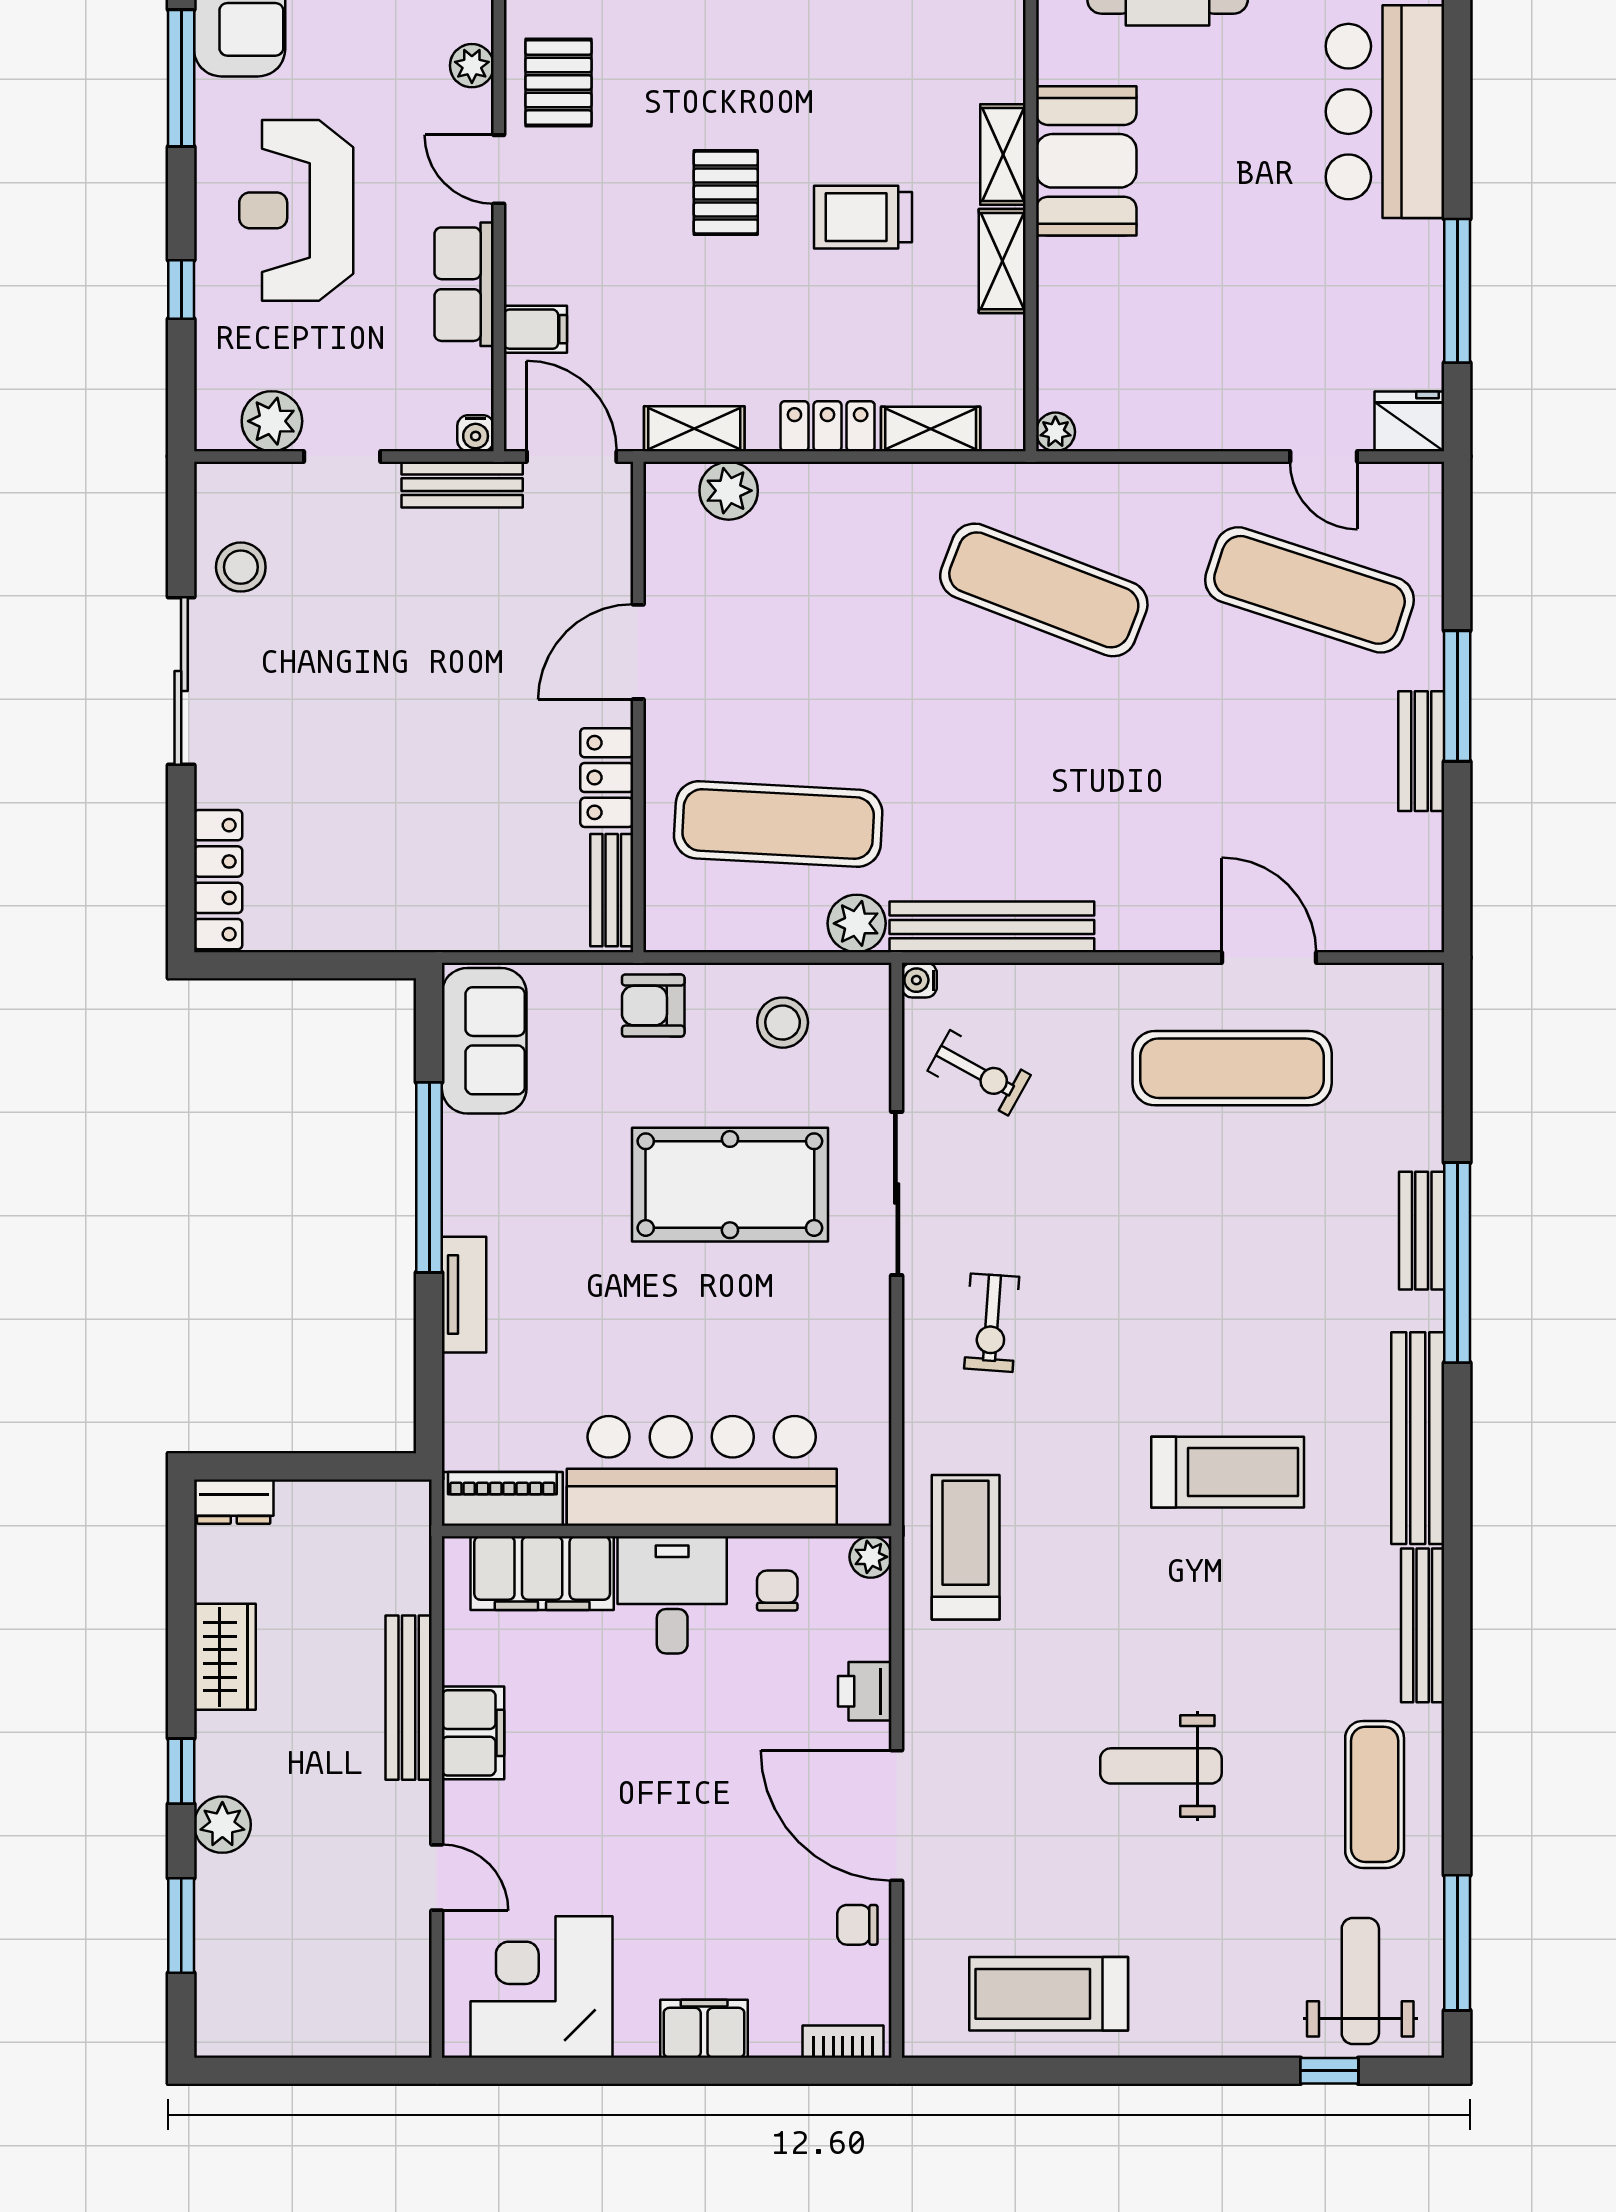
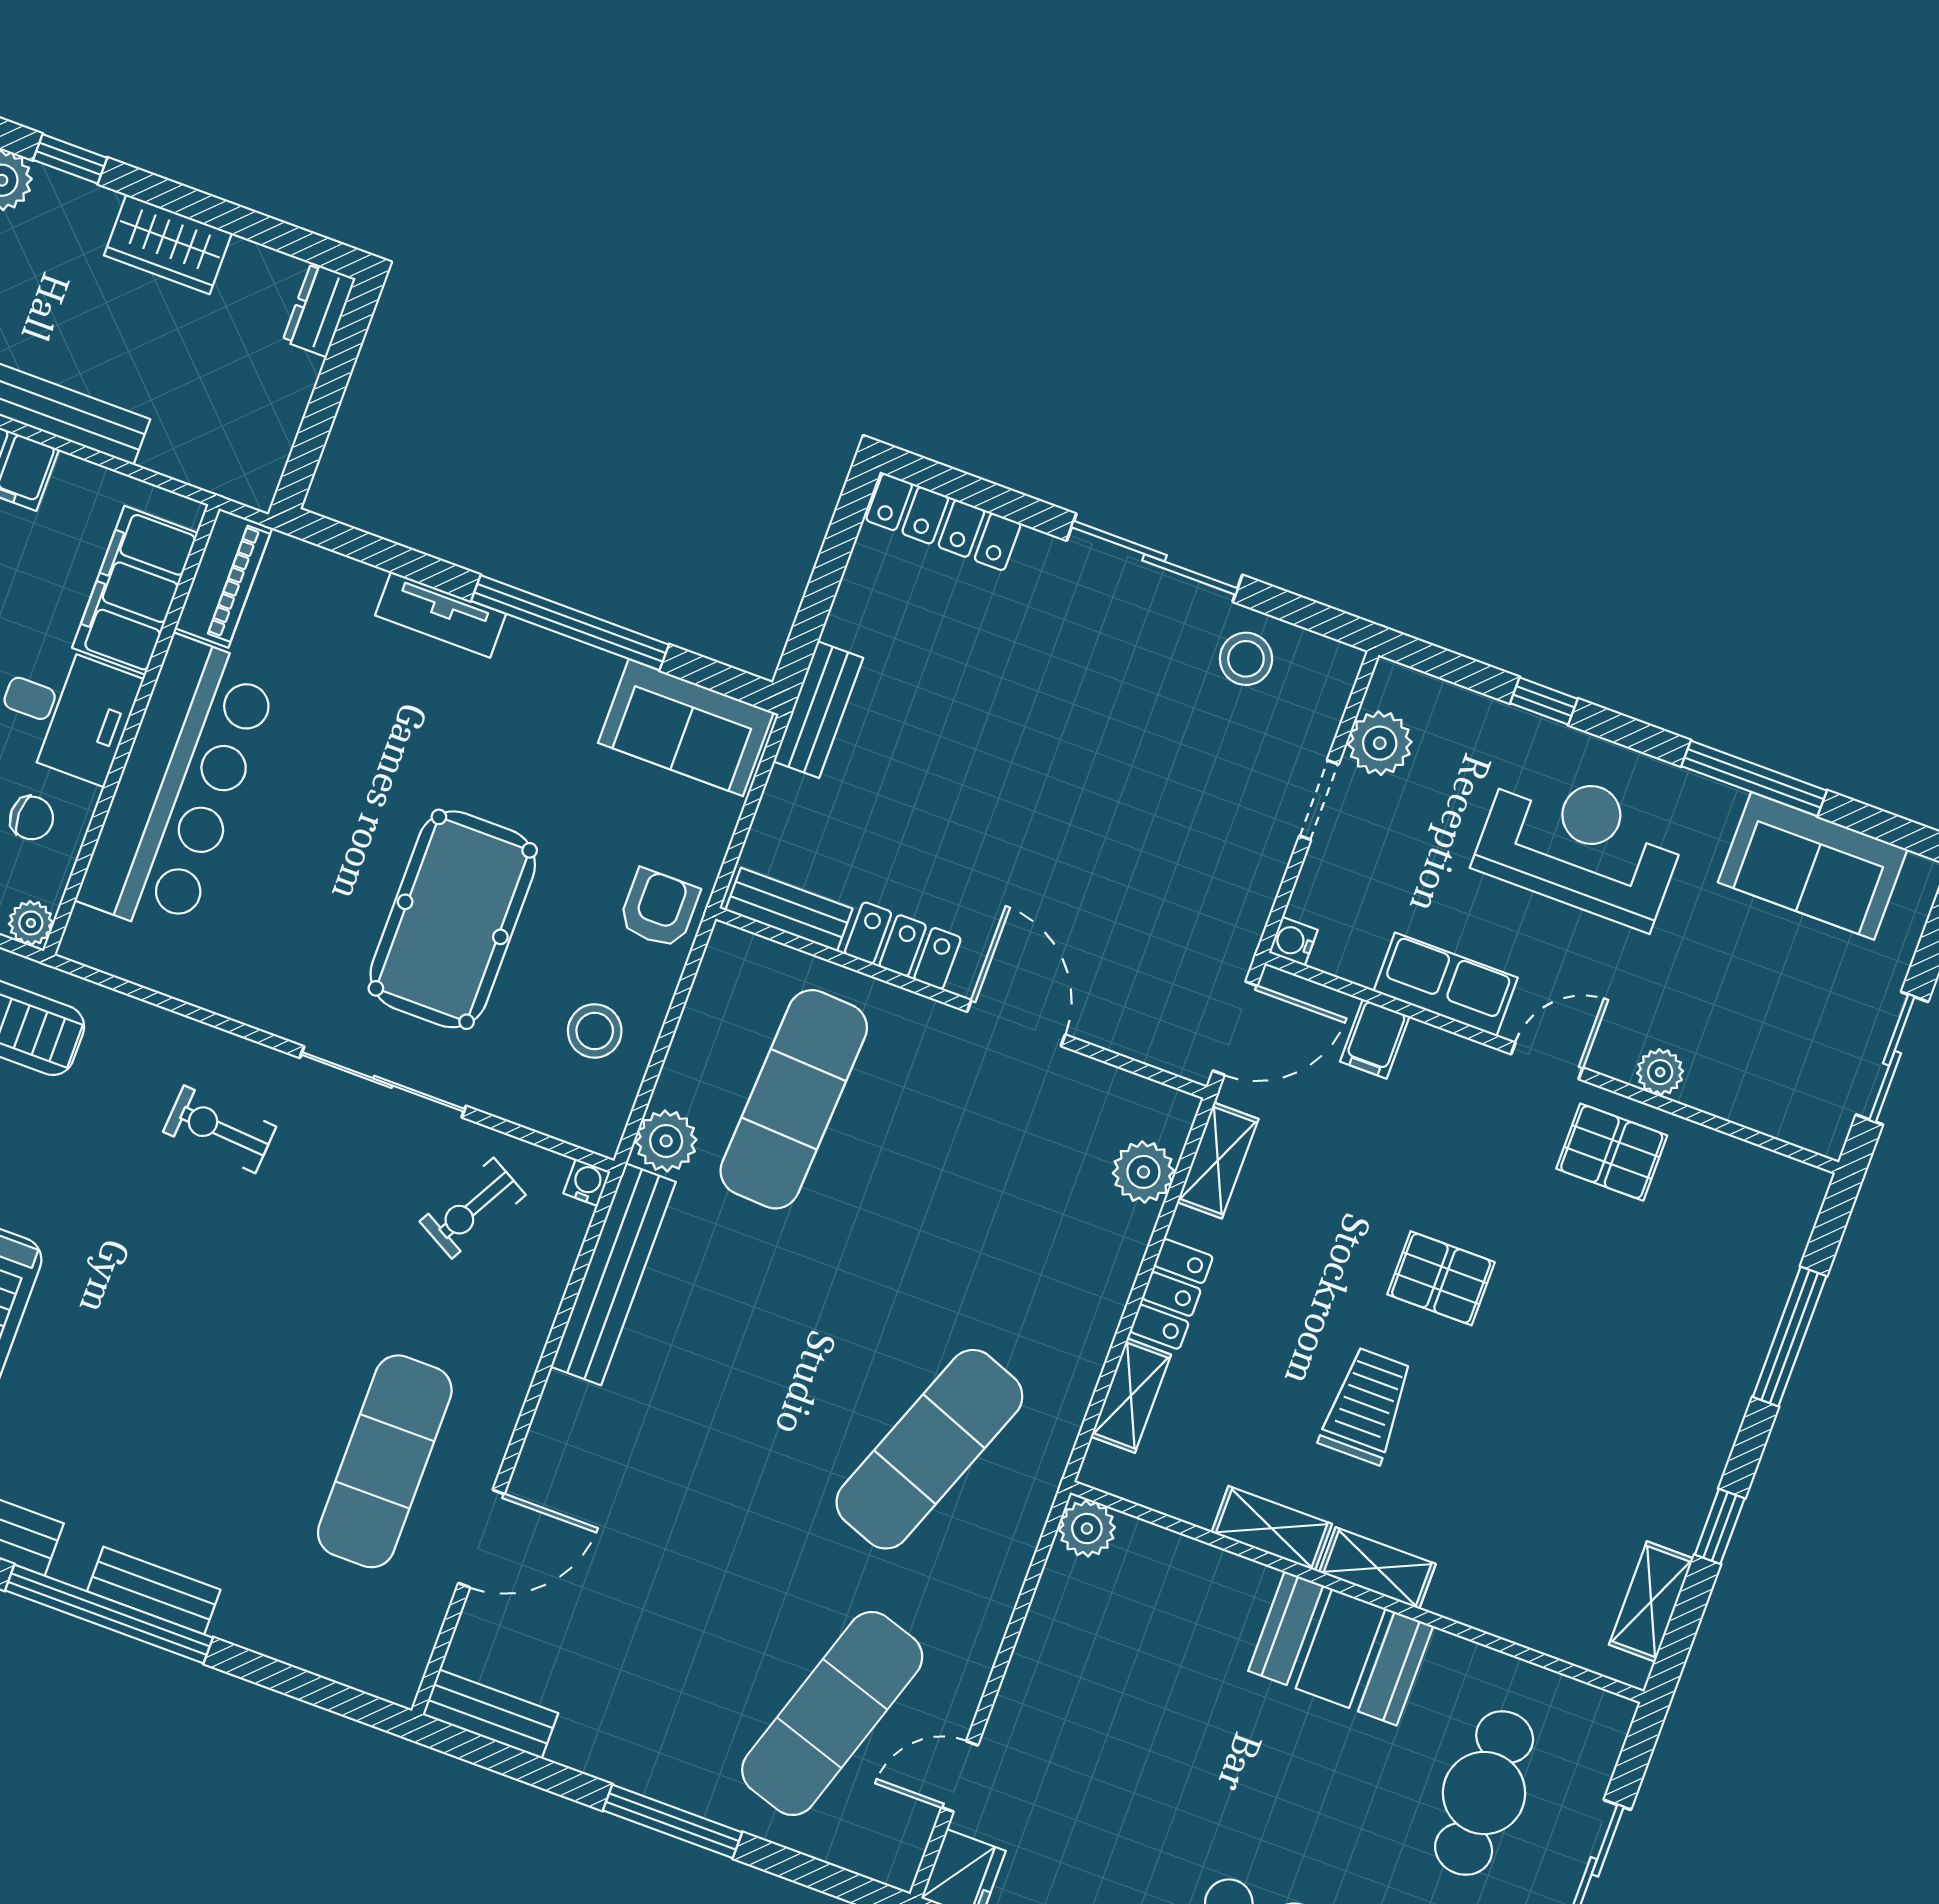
plant: (1055, 432) -> (1087, 1529), width x1.38, depth x1.38
bench: (462, 485) -> (818, 710), moved
bench: (1421, 751) -> (490, 1714), moved

